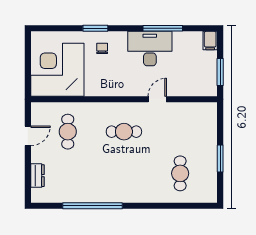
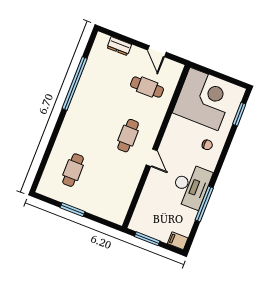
window: (95, 28) -> (239, 114), moved
door: (157, 99) -> (152, 158), moved
cafe table: (180, 173) -> (73, 170), turned 90

